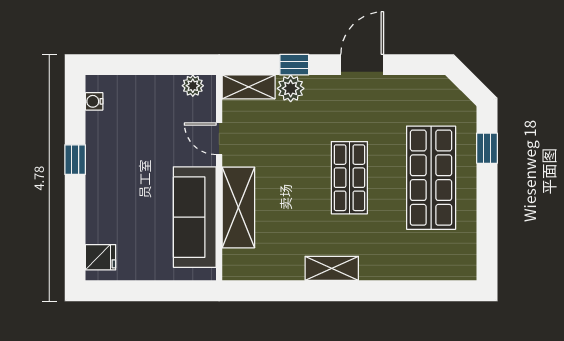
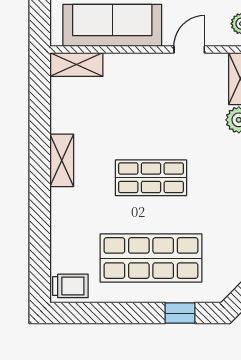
shelving: (238, 207) -> (76, 64), moved, width x0.67, depth x0.75
trolley: (459, 260) -> (70, 286), added

